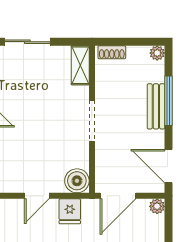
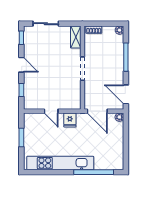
bench: (156, 106) -> (119, 60), removed
boiler: (77, 181) -> (74, 103), removed
door: (37, 196) -> (51, 111), hinge flipped
door: (118, 196) -> (97, 111), hinge flipped

